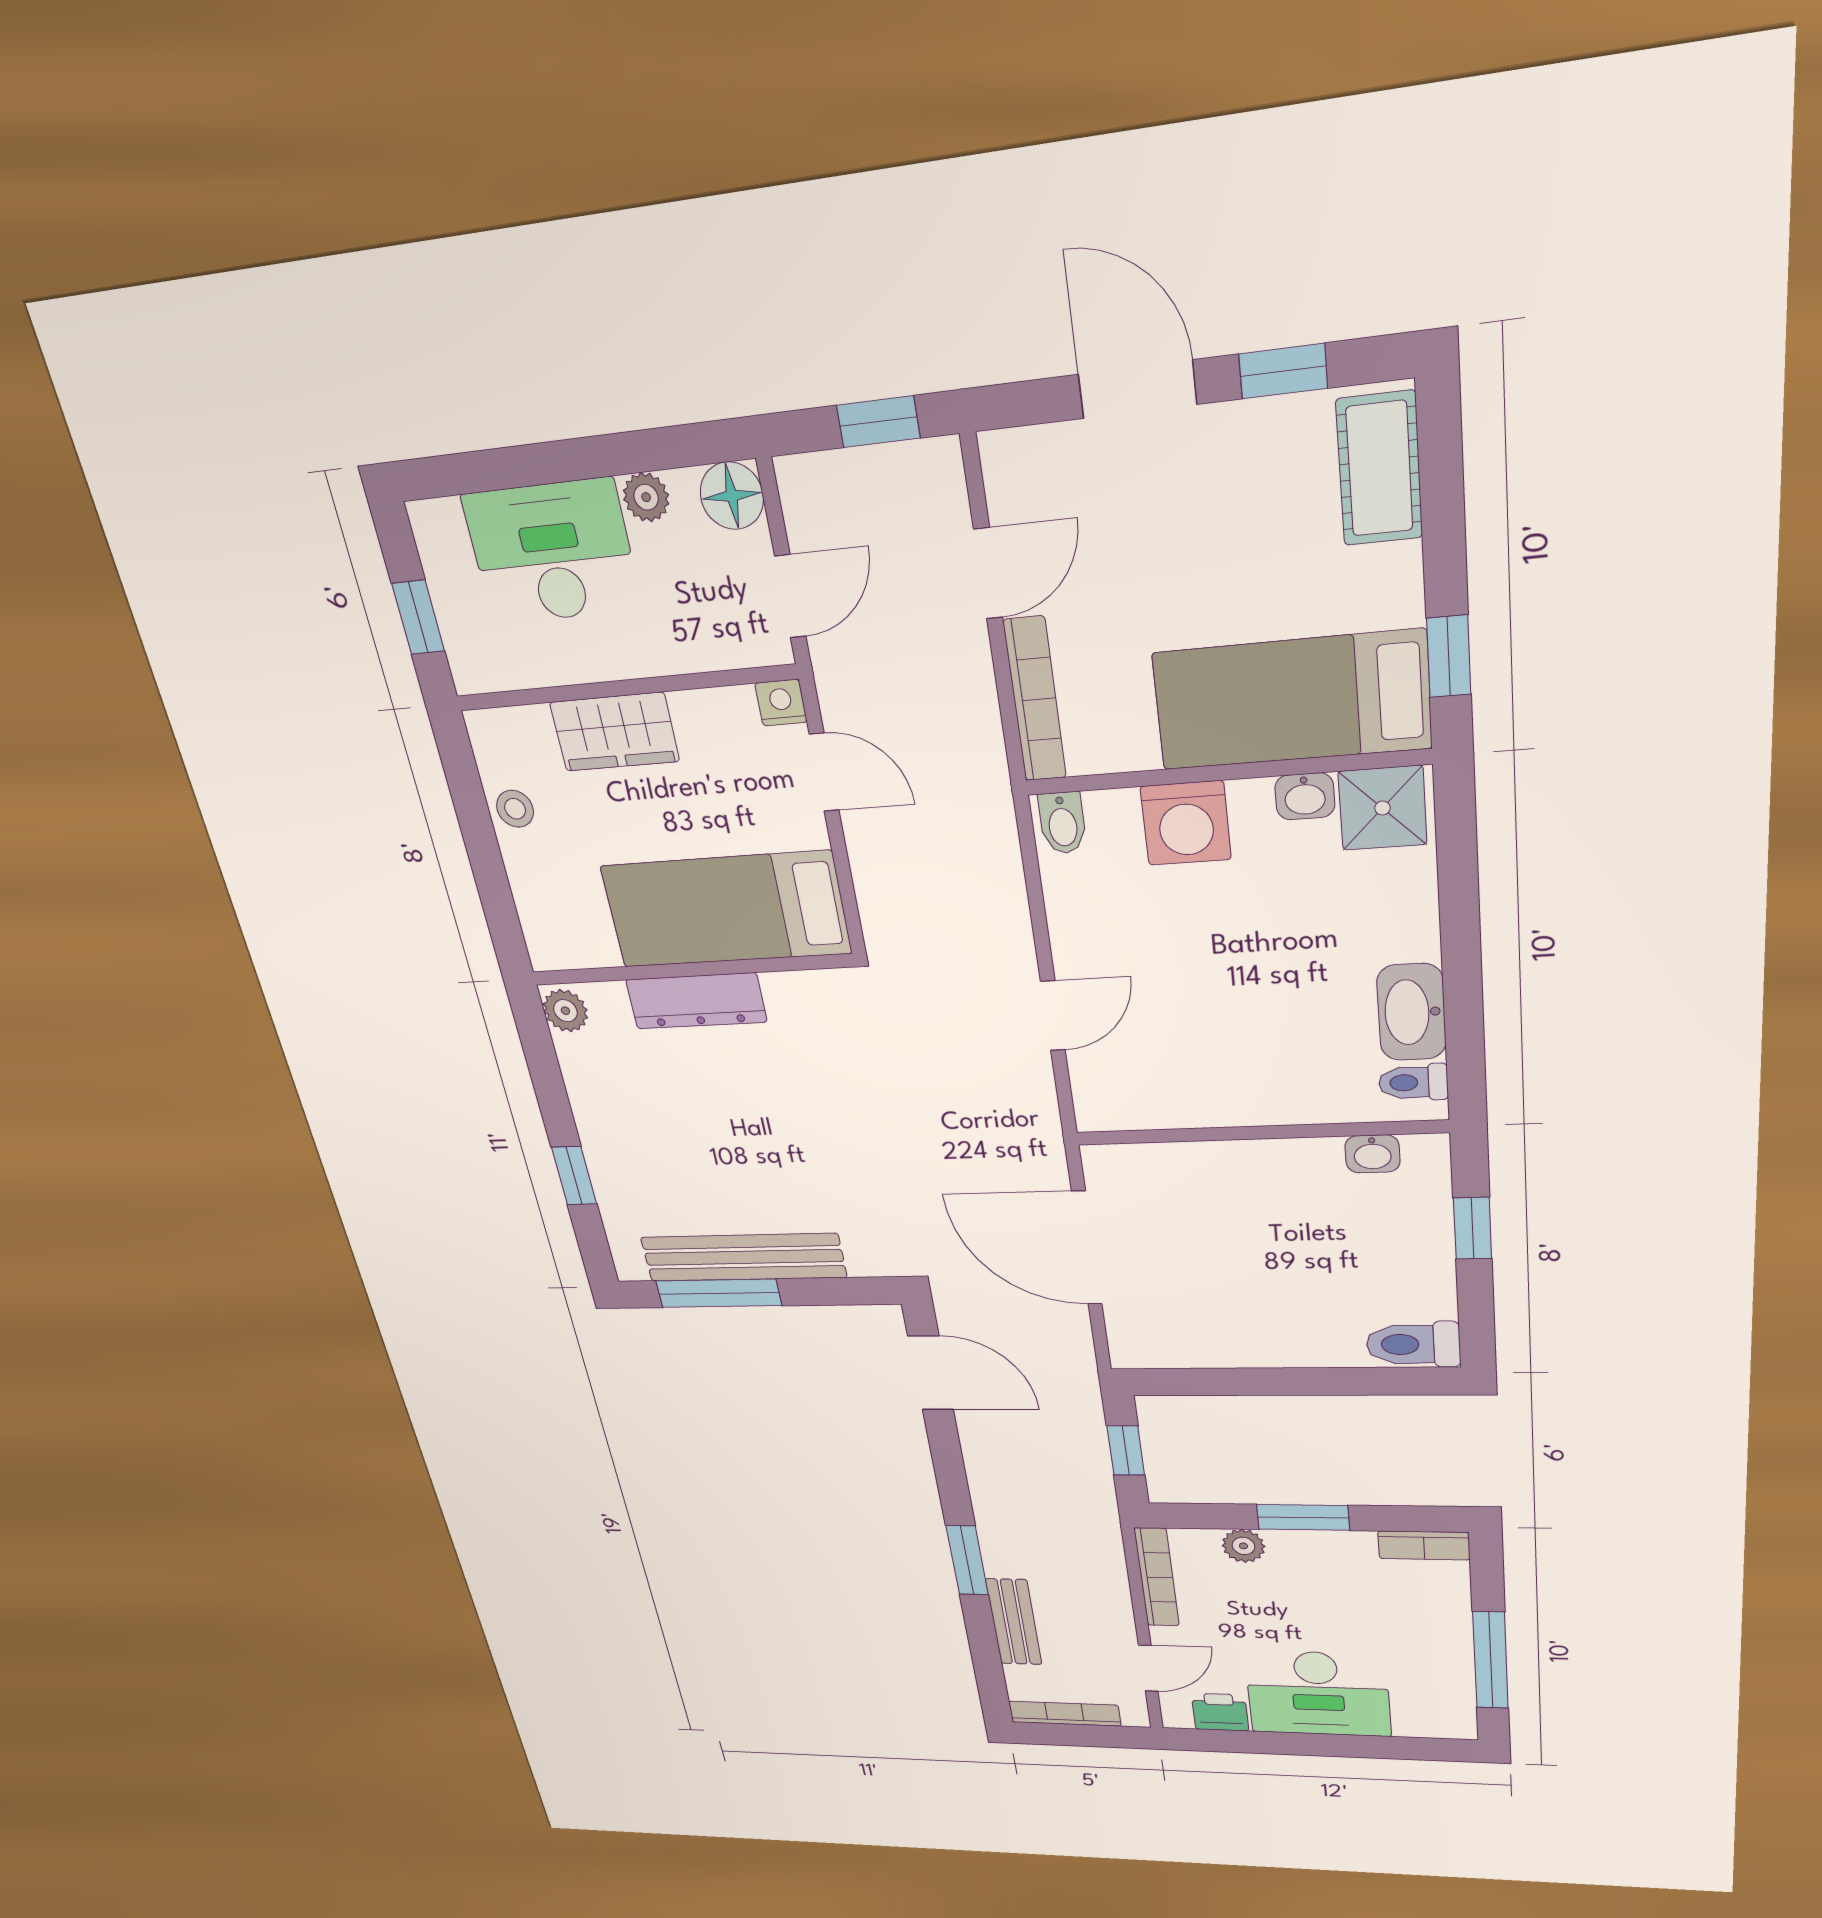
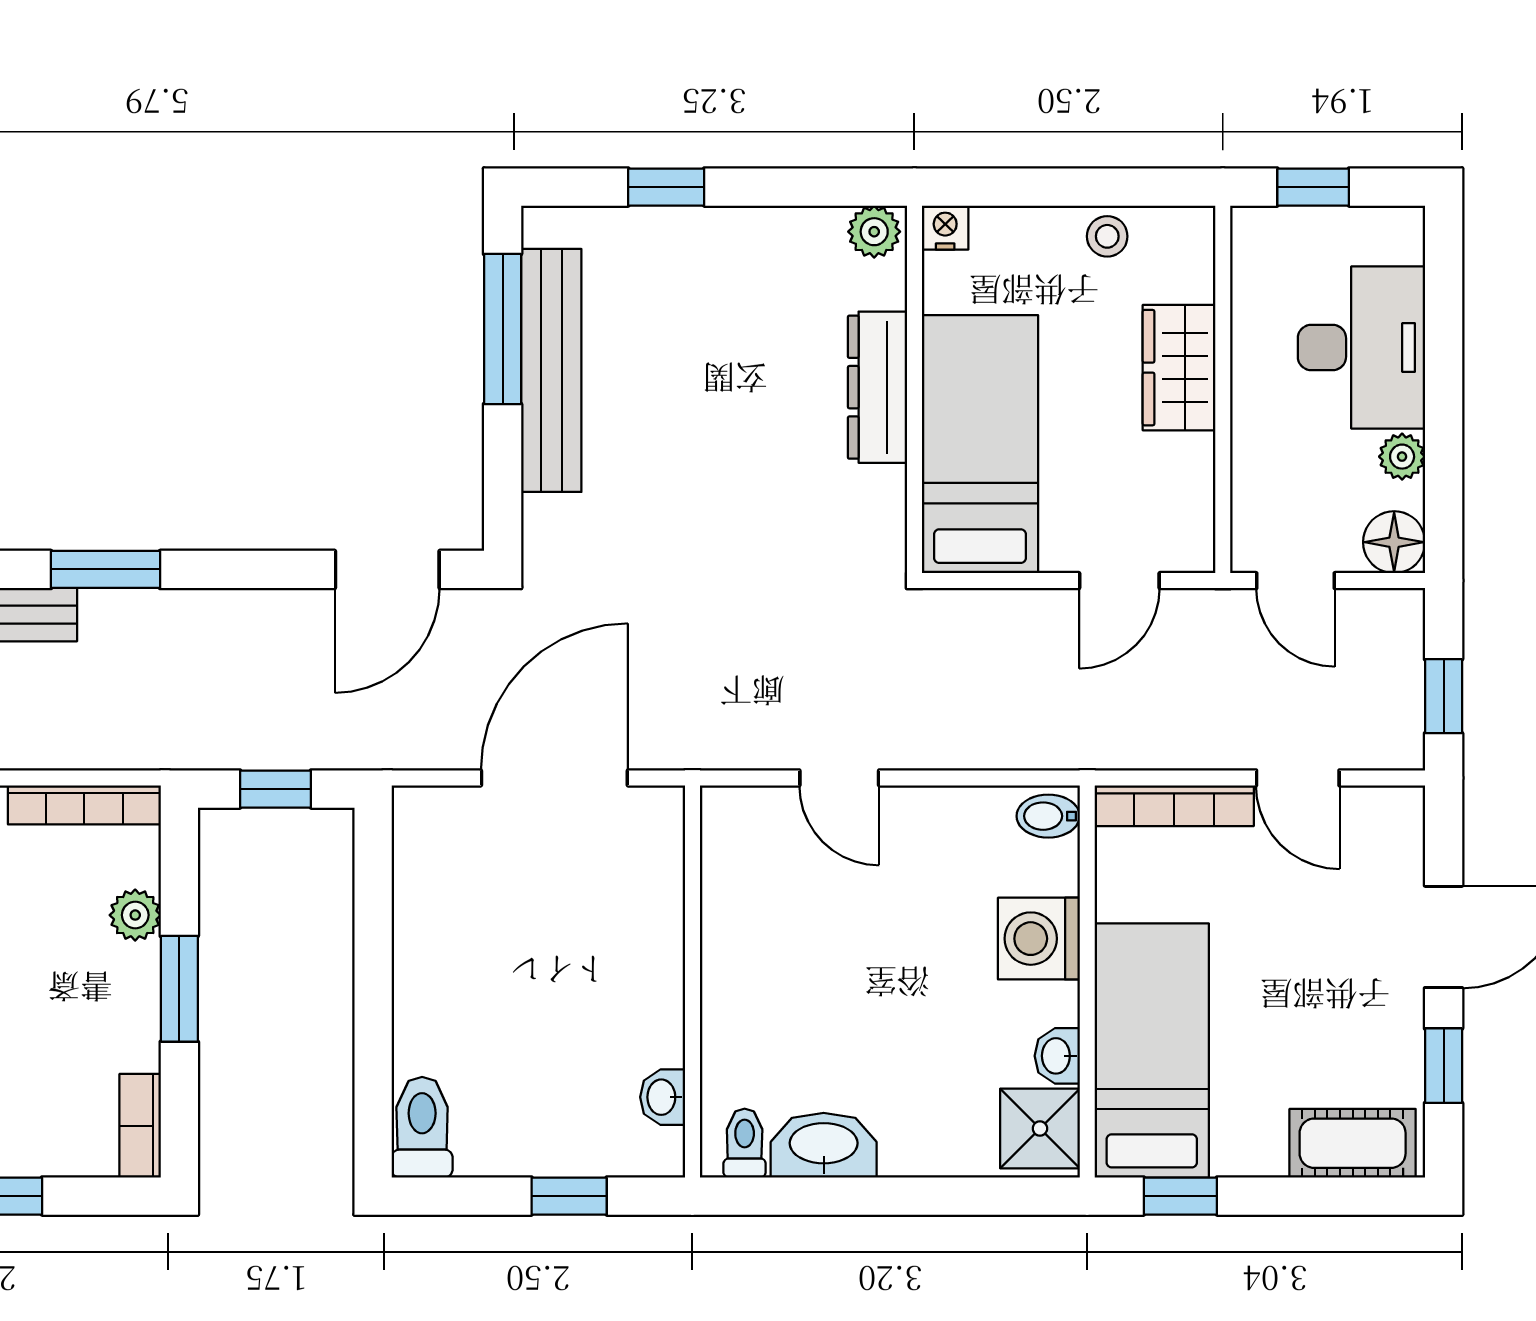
nightstand: (781, 703) -> (945, 228), moved, turned -90

